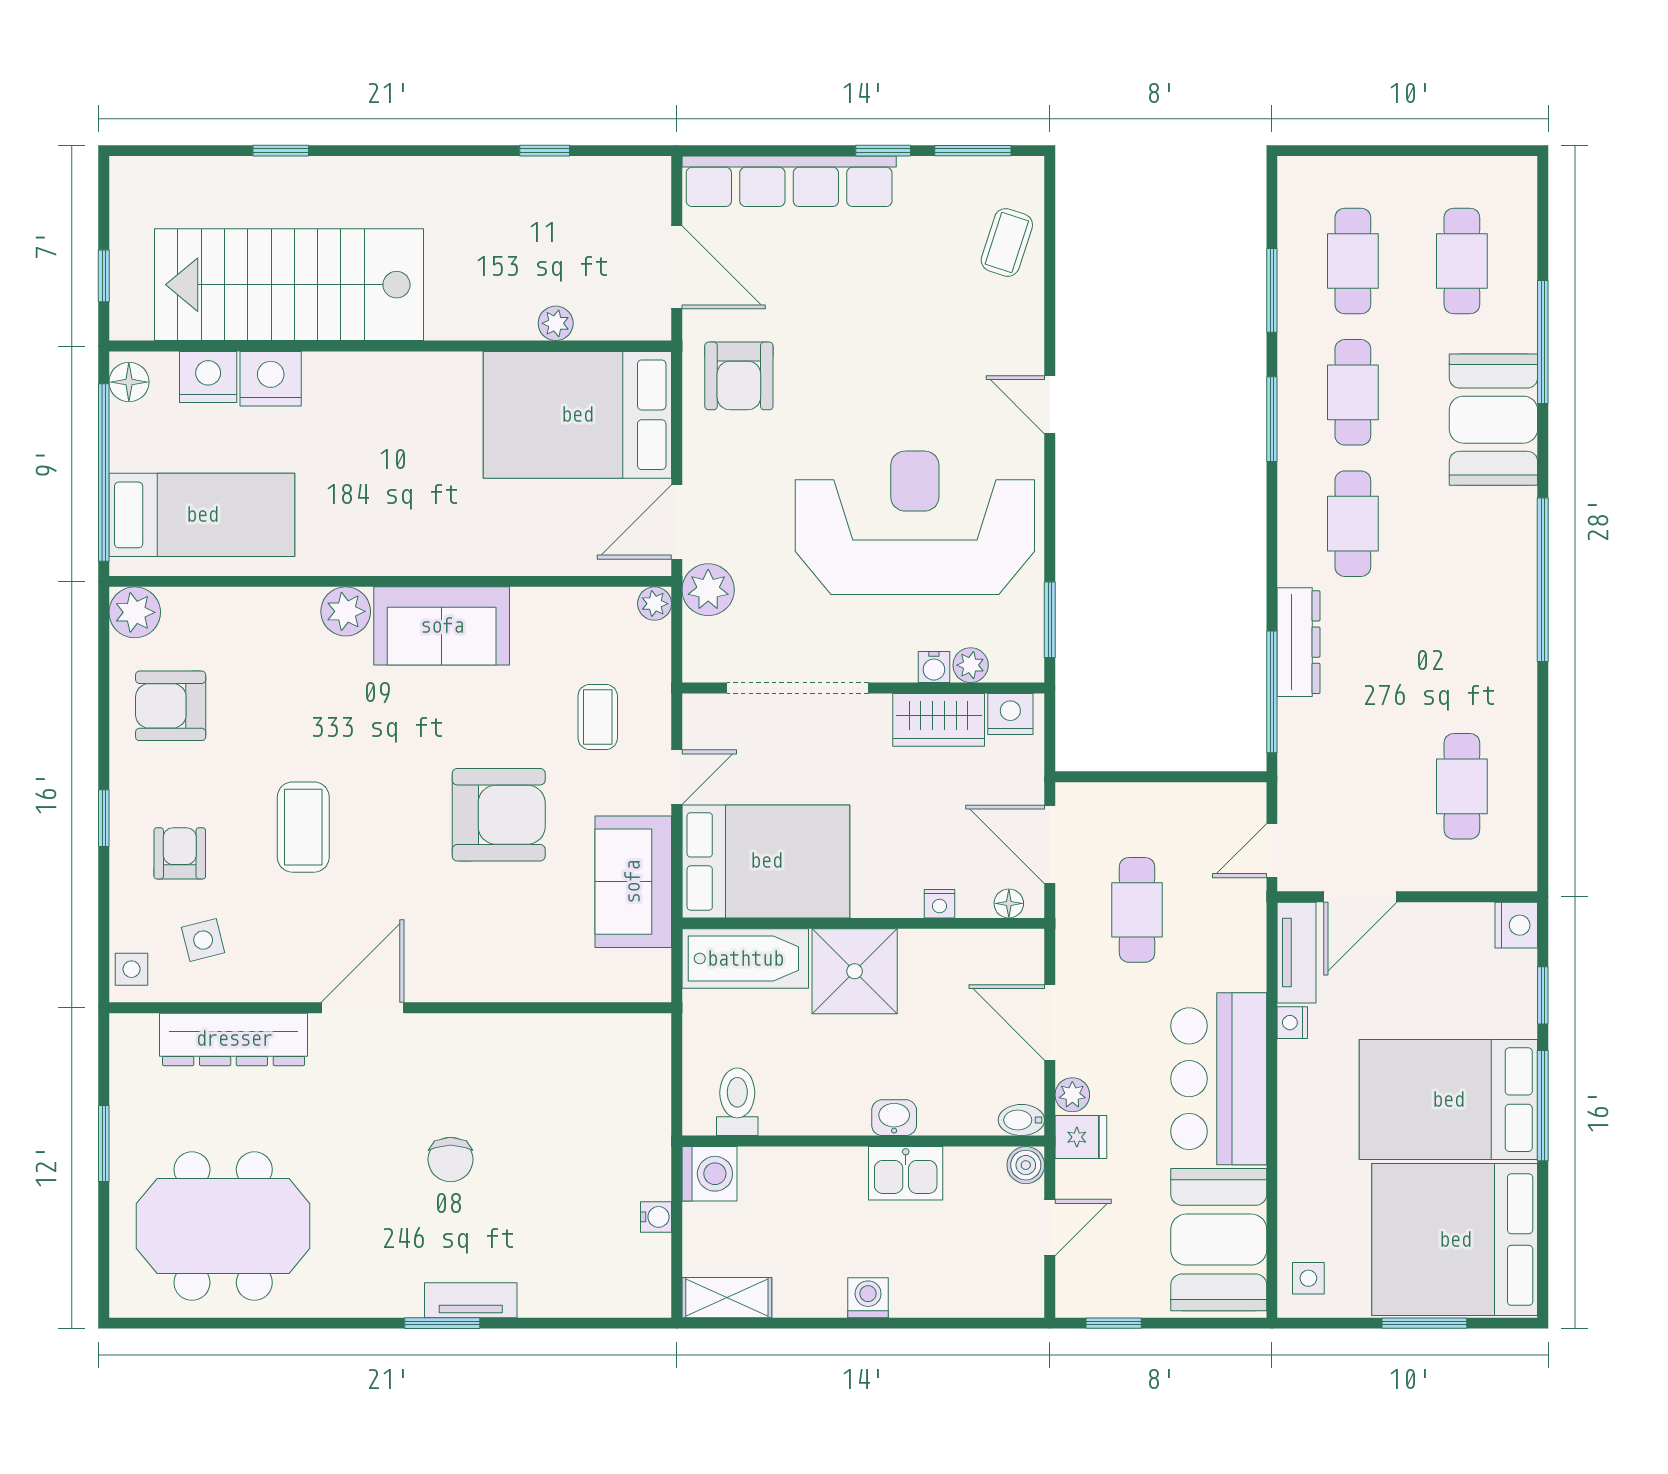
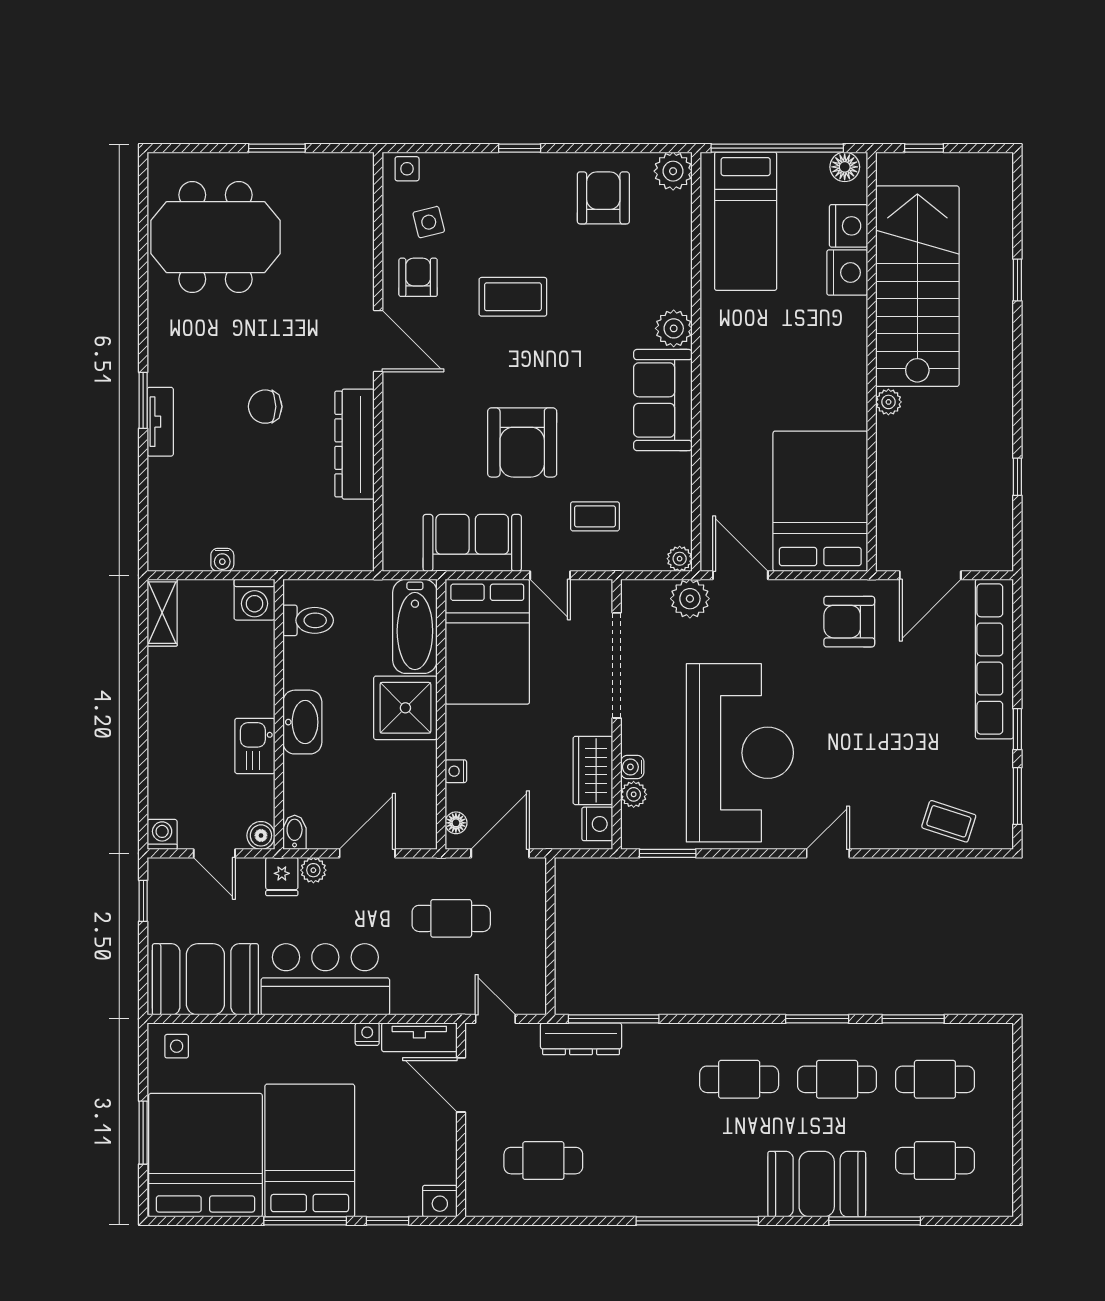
plant: (556, 323) -> (888, 402), moved
dresser: (1298, 642) -> (581, 1039), moved
armchair: (180, 853) -> (418, 277), moved, turned -90
dresser: (234, 1039) -> (355, 444), moved
washbasin: (894, 1118) -> (302, 722), width x1.91, depth x1.45
meeting table: (223, 1226) -> (215, 237), turned 90
washing machine: (868, 1298) -> (162, 834), moved, turned -90

